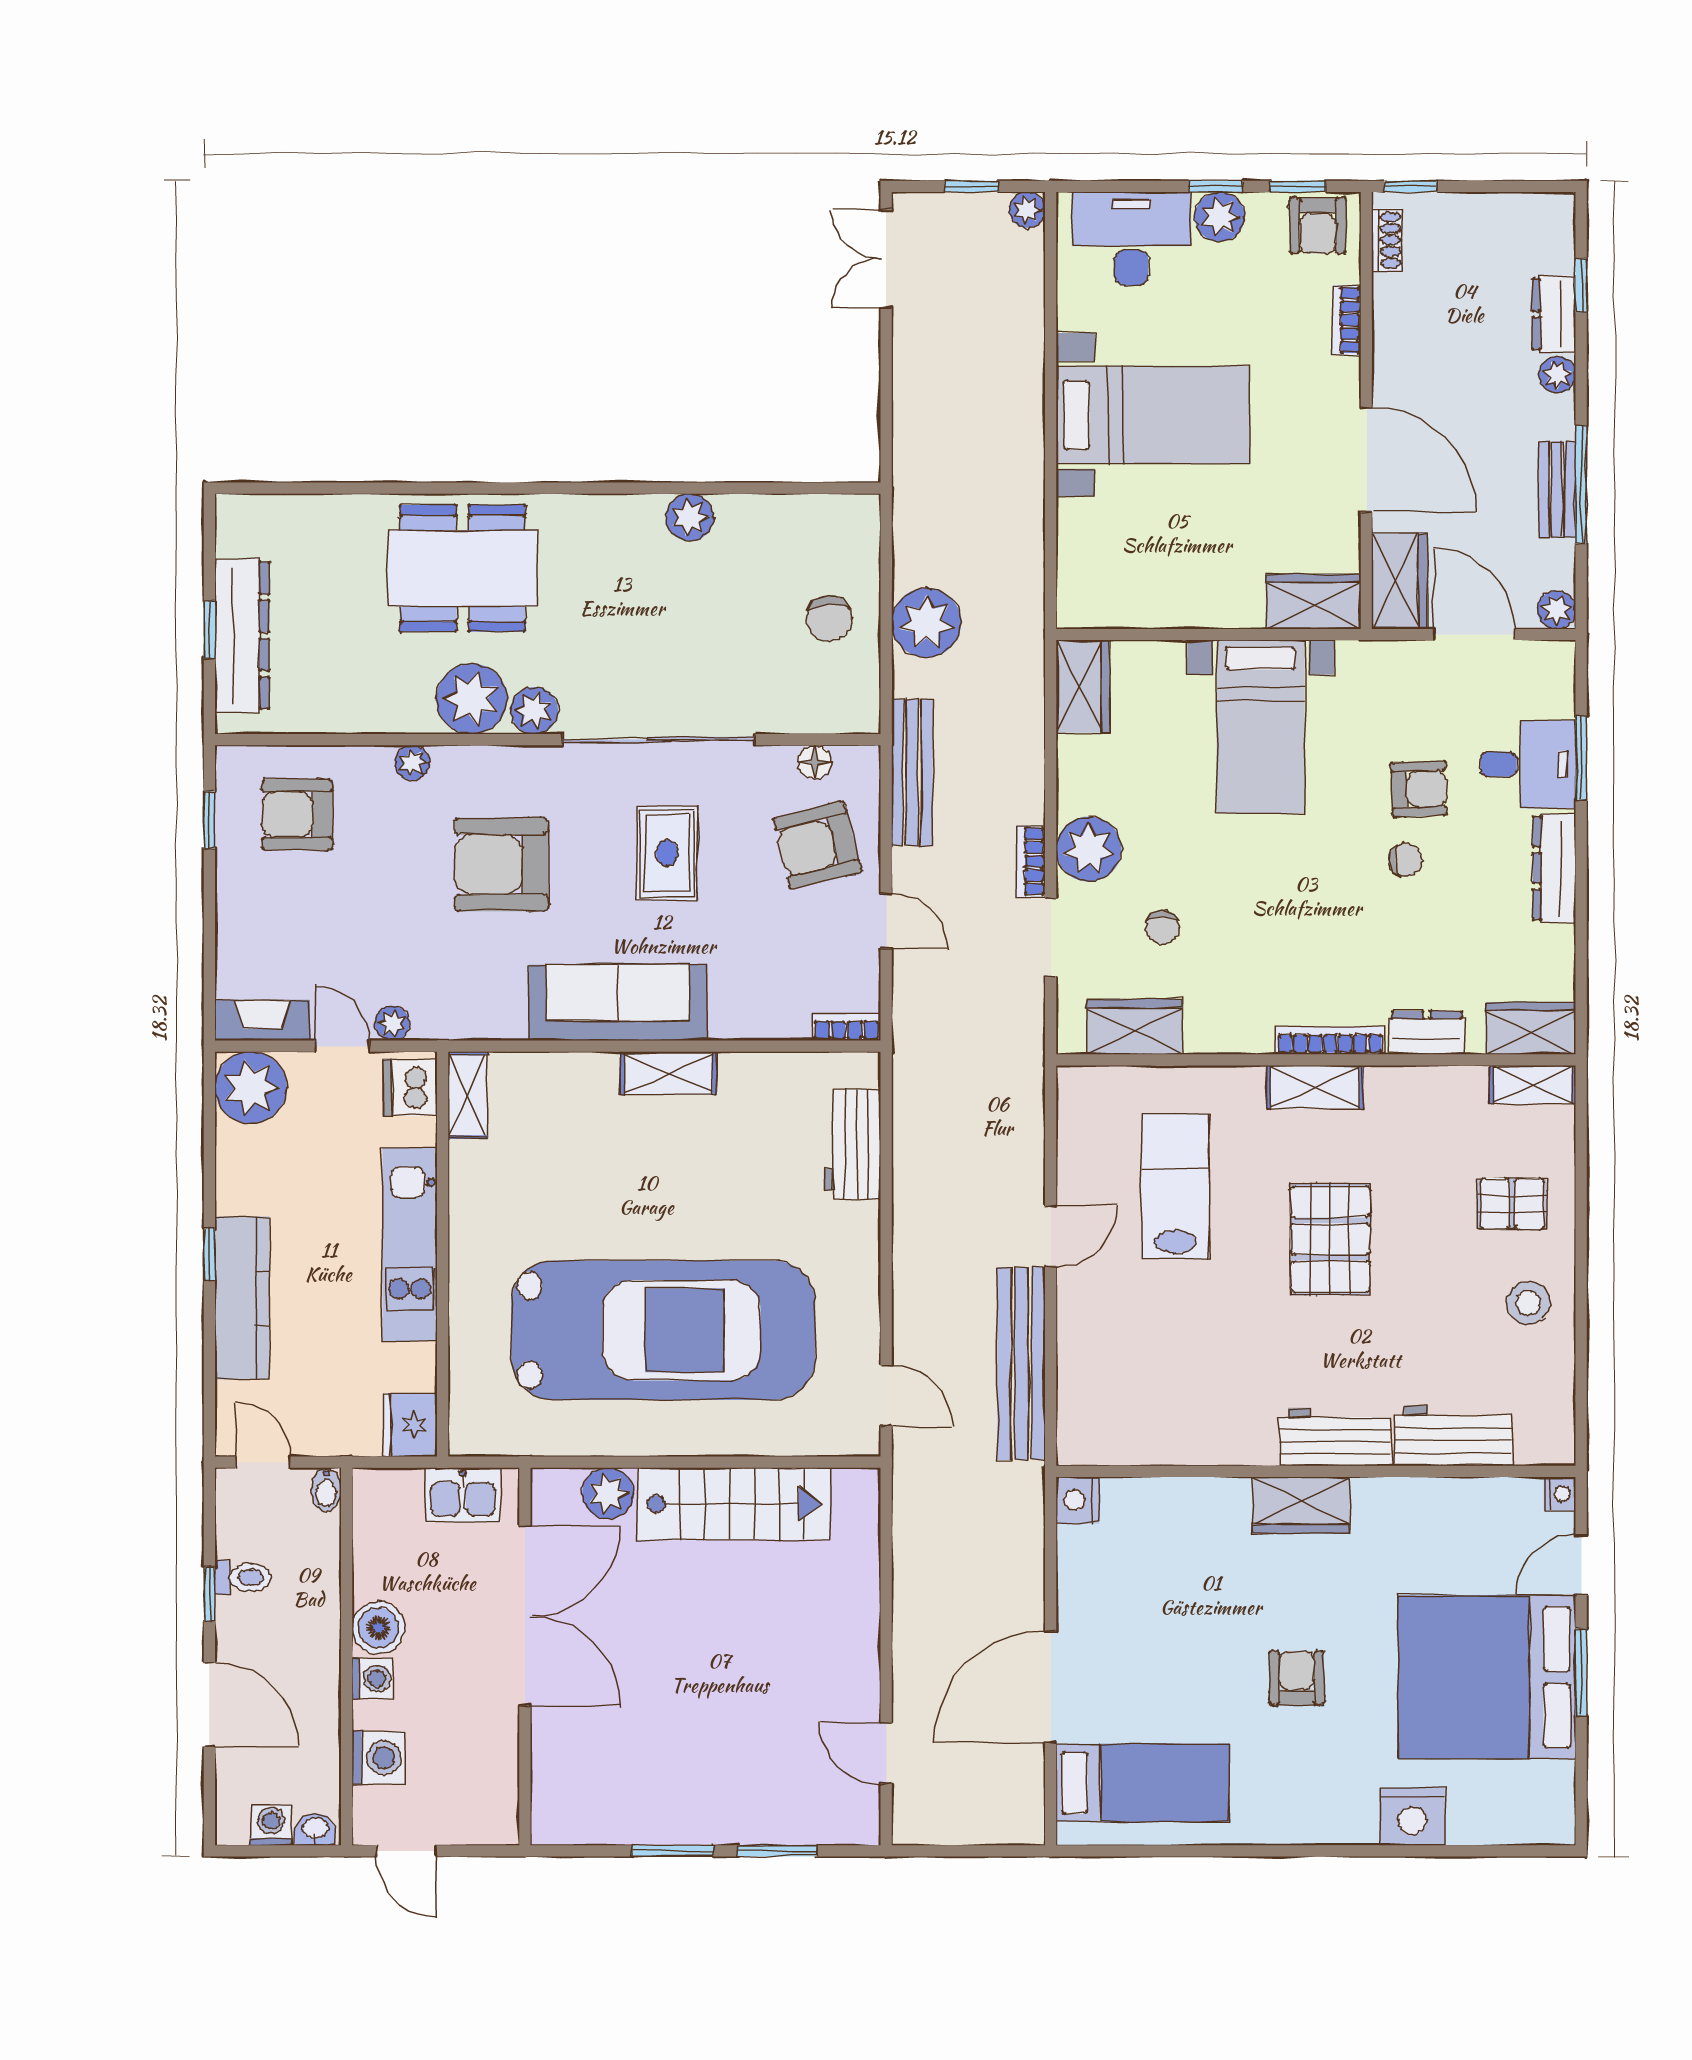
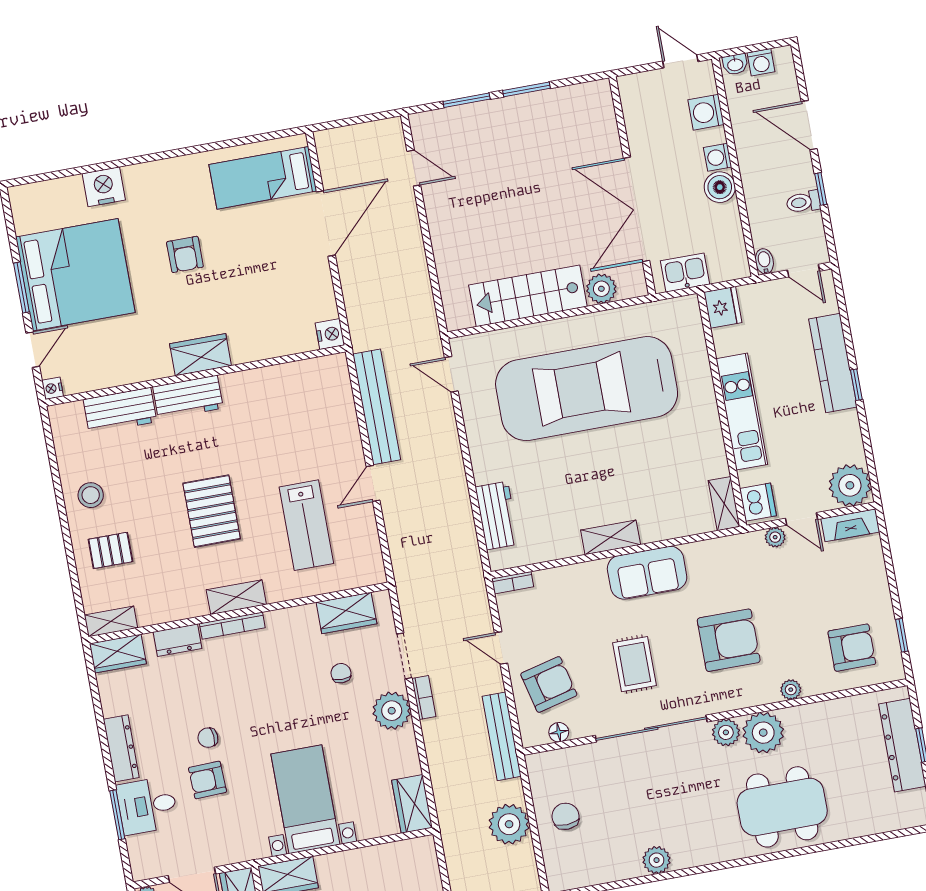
sofa: (618, 1003) -> (647, 573), width x0.73

